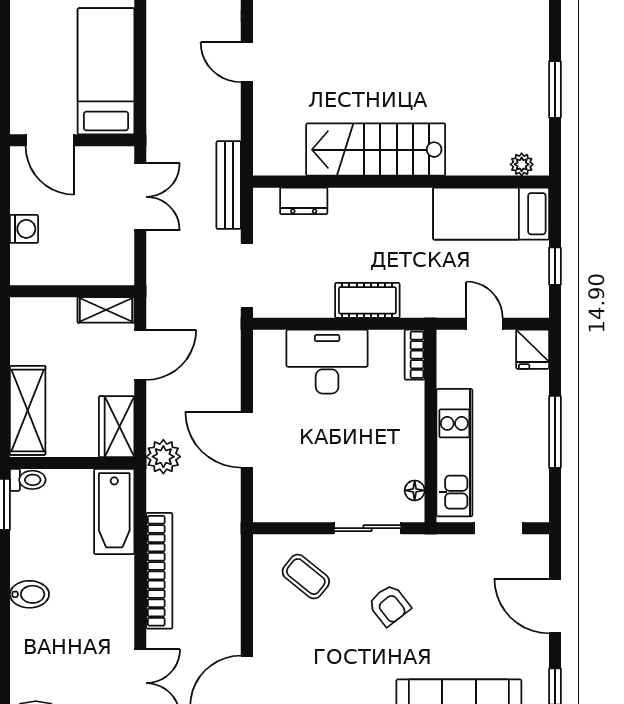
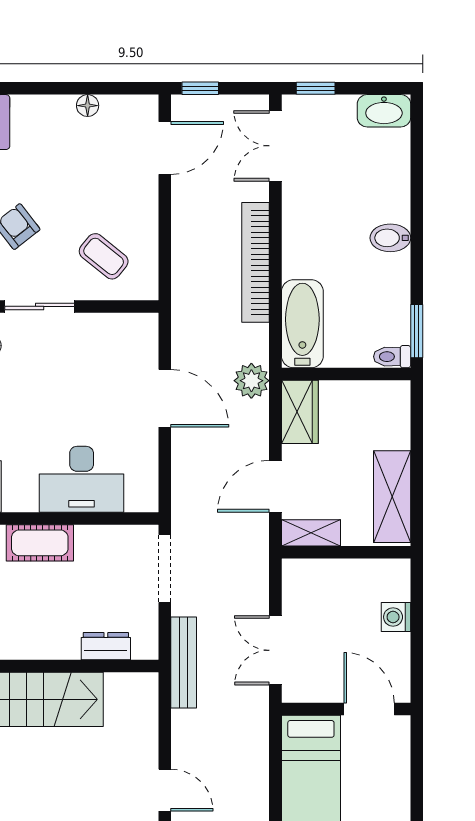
shelving: (28, 410) -> (392, 497), moved

